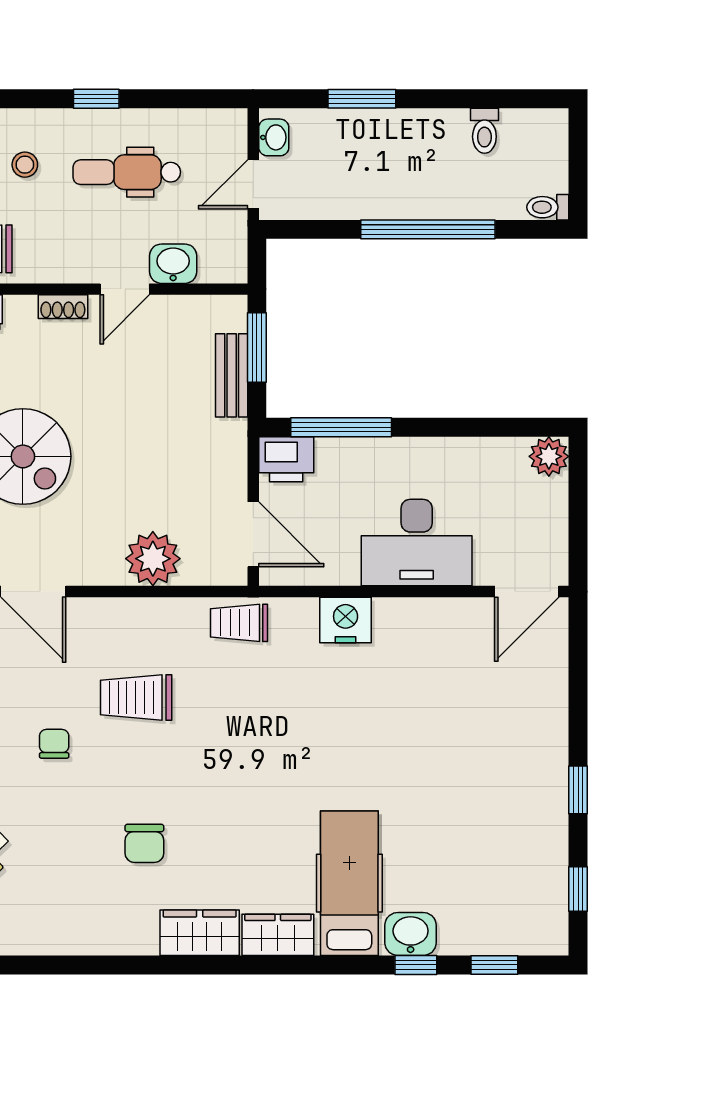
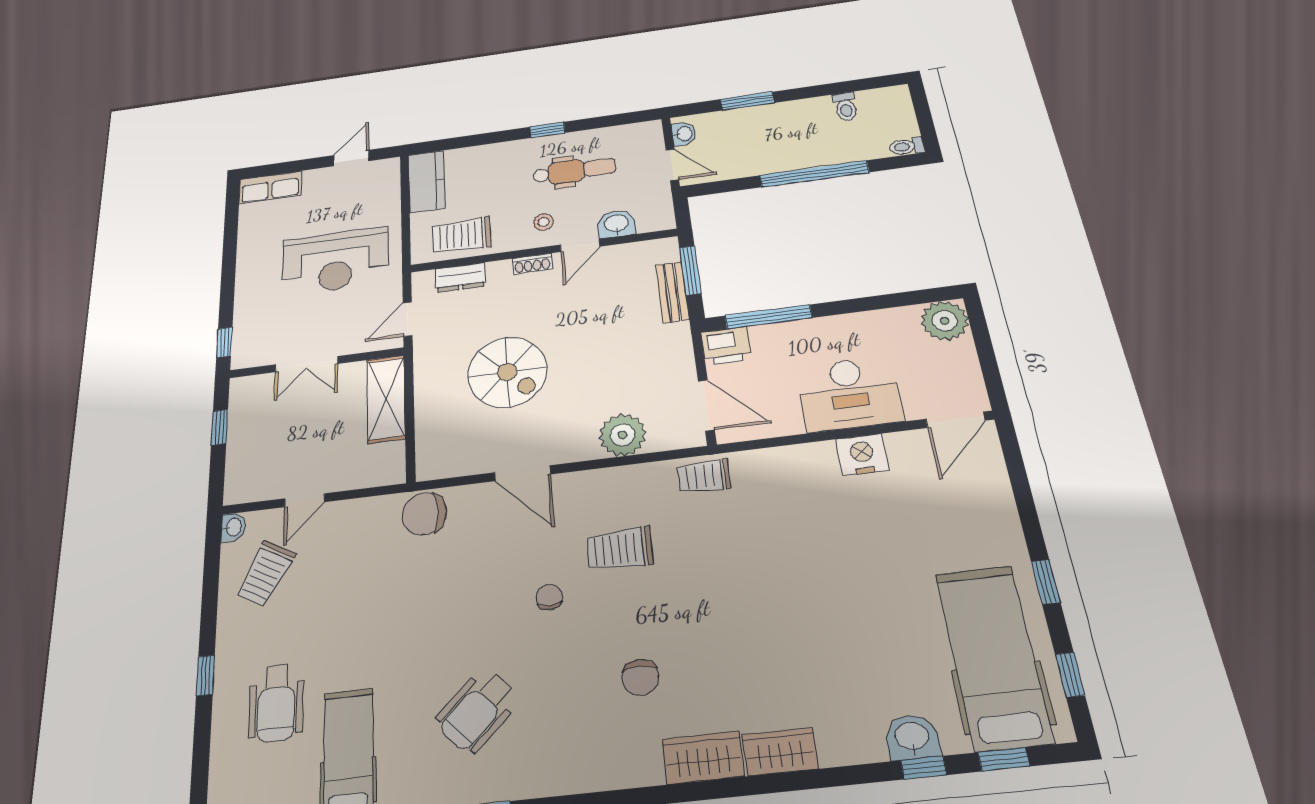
stool: (25, 165) -> (544, 222), moved
dental chair: (127, 172) -> (574, 171), turned 180
door: (253, 184) -> (672, 165), swing flipped
plant: (549, 456) -> (945, 321), width x1.36, depth x1.36
nightstand: (346, 620) -> (862, 455), moved
hospital bed: (349, 883) -> (993, 657), moved, width x1.37, depth x1.29

